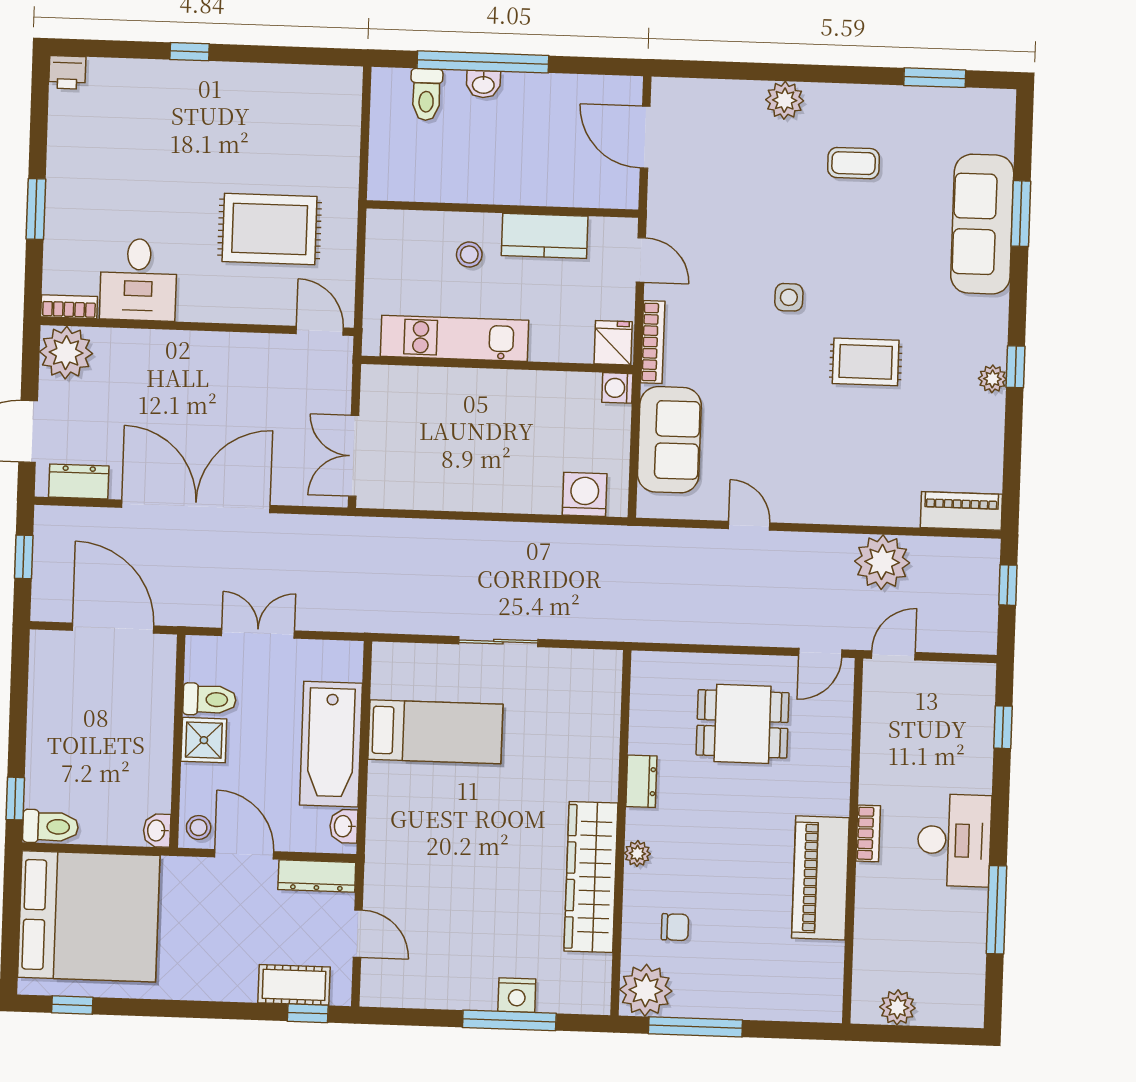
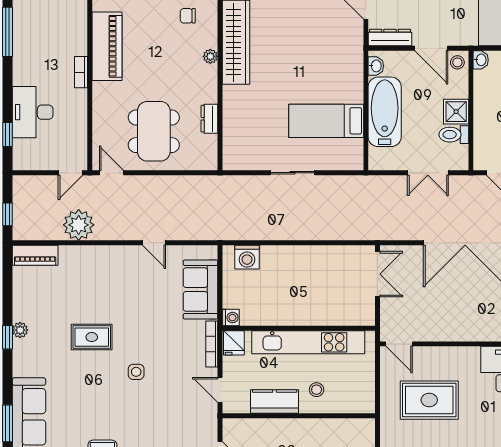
kitchen unit: (454, 338) -> (308, 342), width x1.36
door: (820, 653) -> (112, 173), hinge flipped
dining table: (743, 724) -> (154, 131), width x1.38
dresser: (641, 781) -> (209, 119), moved
desk: (954, 840) -> (33, 112), moved

